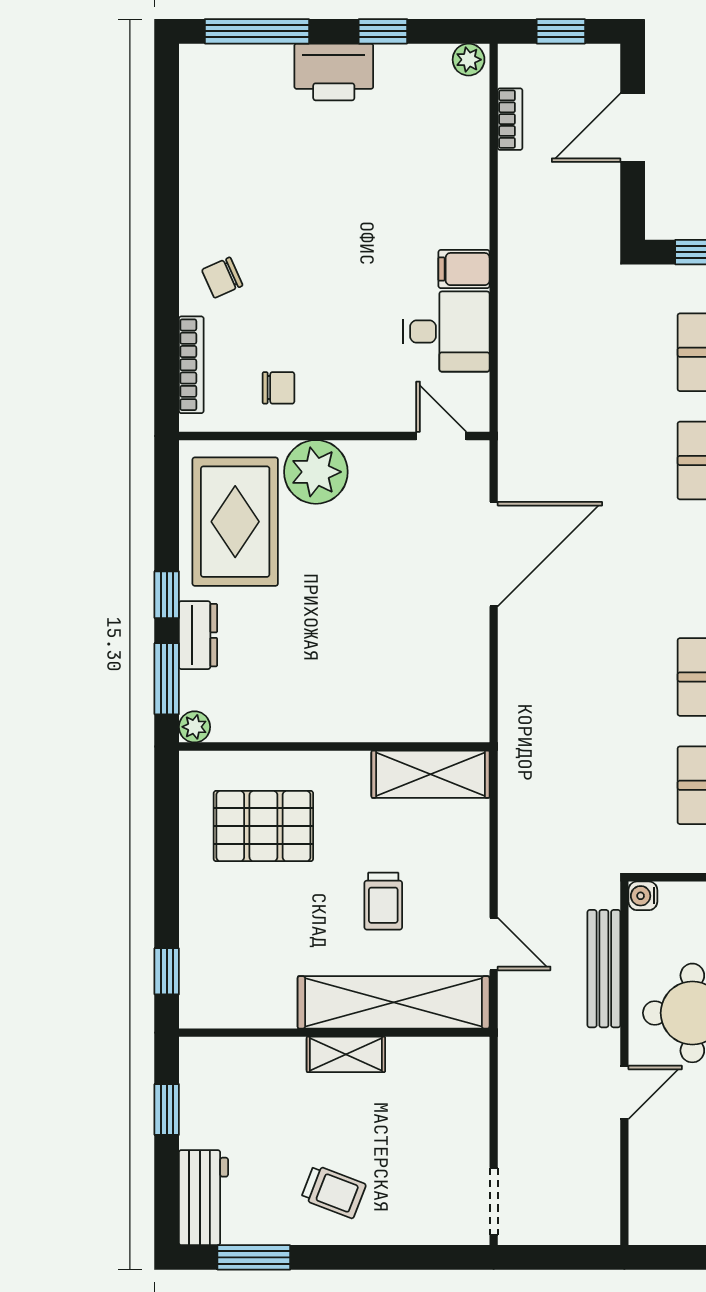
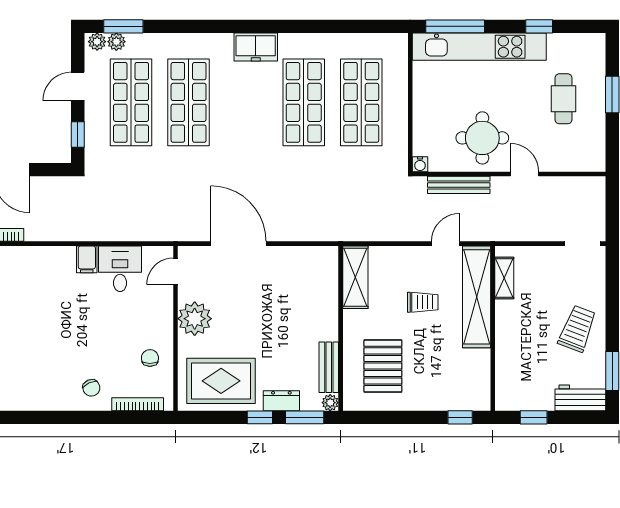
plant: (316, 472) -> (195, 319), moved
bench: (261, 724) -> (329, 367), added
shelving: (346, 1054) -> (504, 278), moved
trolley: (333, 1192) -> (577, 329), width x1.36, depth x1.39

